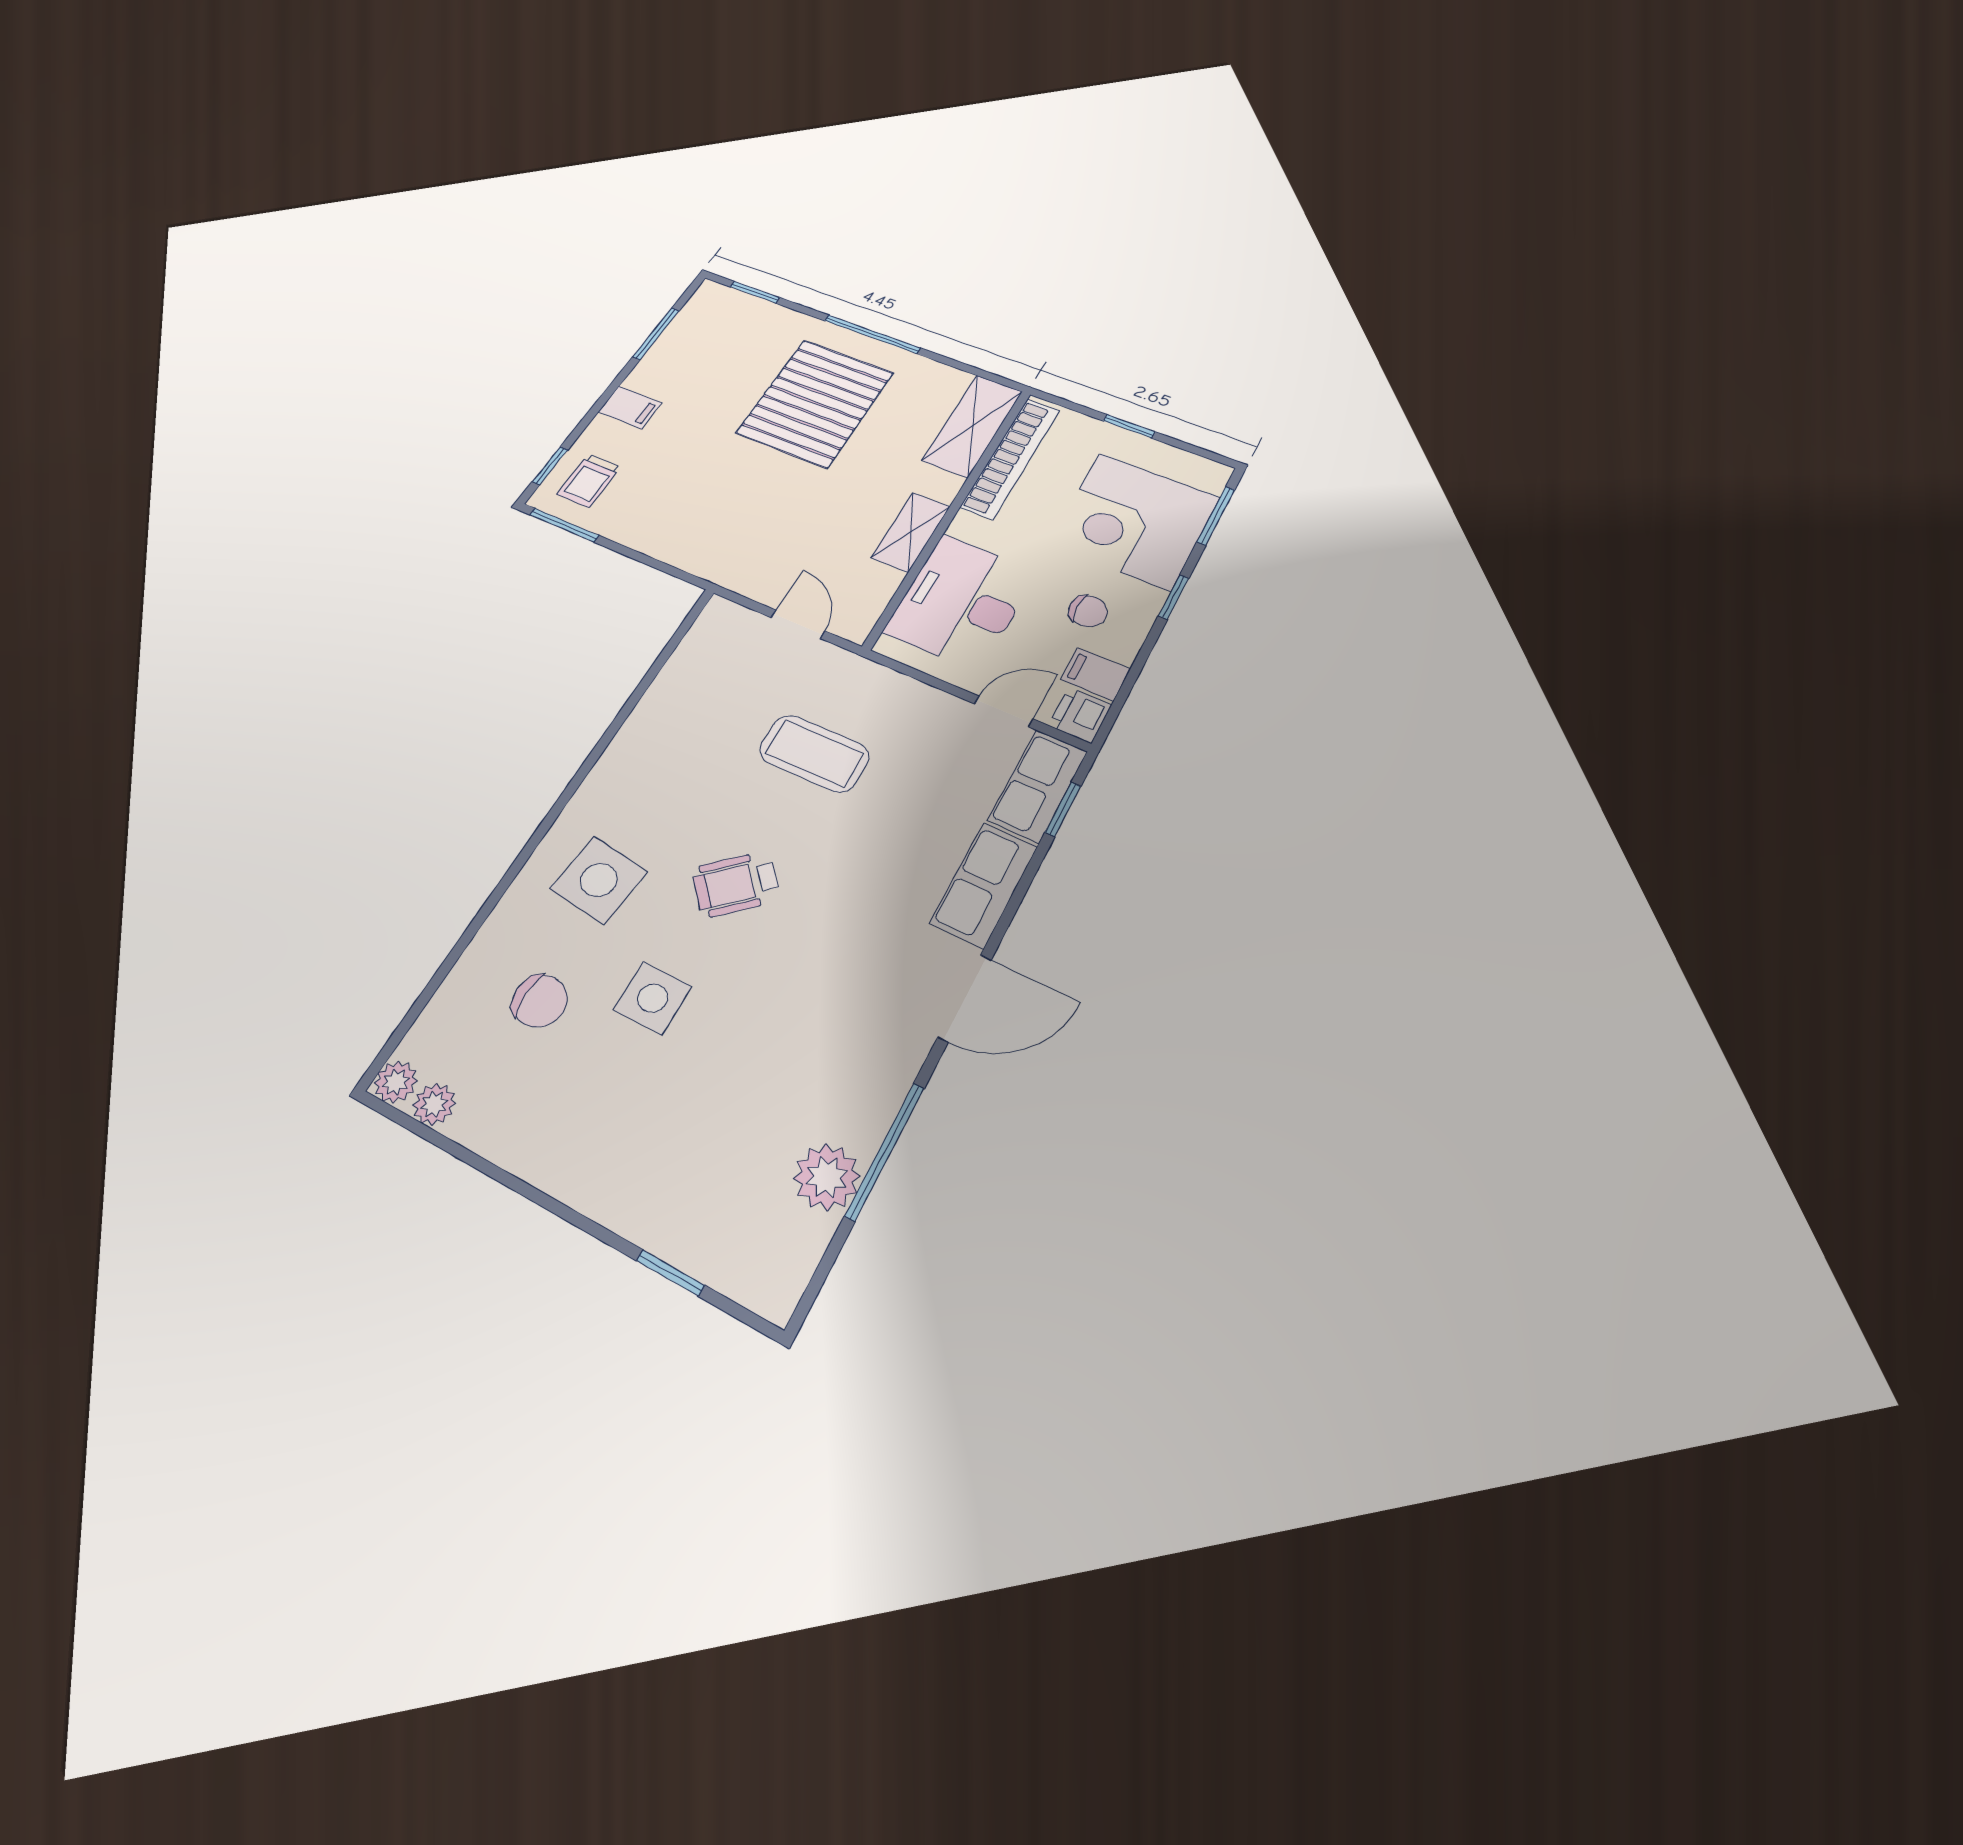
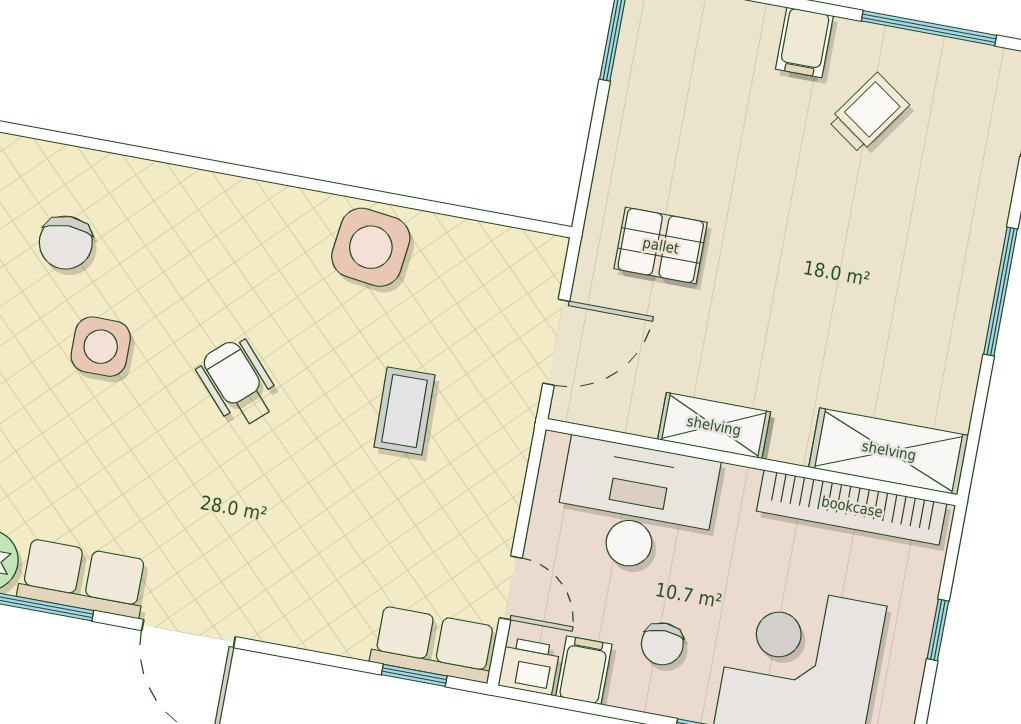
window: (656, 334) -> (929, 28), width x1.44
pallet: (815, 403) -> (661, 246), moved, width x0.49, depth x0.50
trolley: (589, 481) -> (869, 113), moved, turned 125
door: (798, 624) -> (556, 342), width x1.38
coffee table: (814, 753) -> (405, 411), width x0.73, depth x0.77
side table: (599, 880) -> (371, 247), moved
row of seats: (984, 885) -> (83, 578), moved

